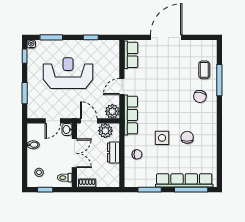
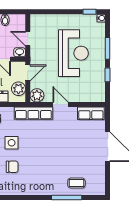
window: (51, 37) -> (108, 48), moved
window: (25, 93) -> (54, 12), removed
chair: (200, 96) -> (51, 179), removed

